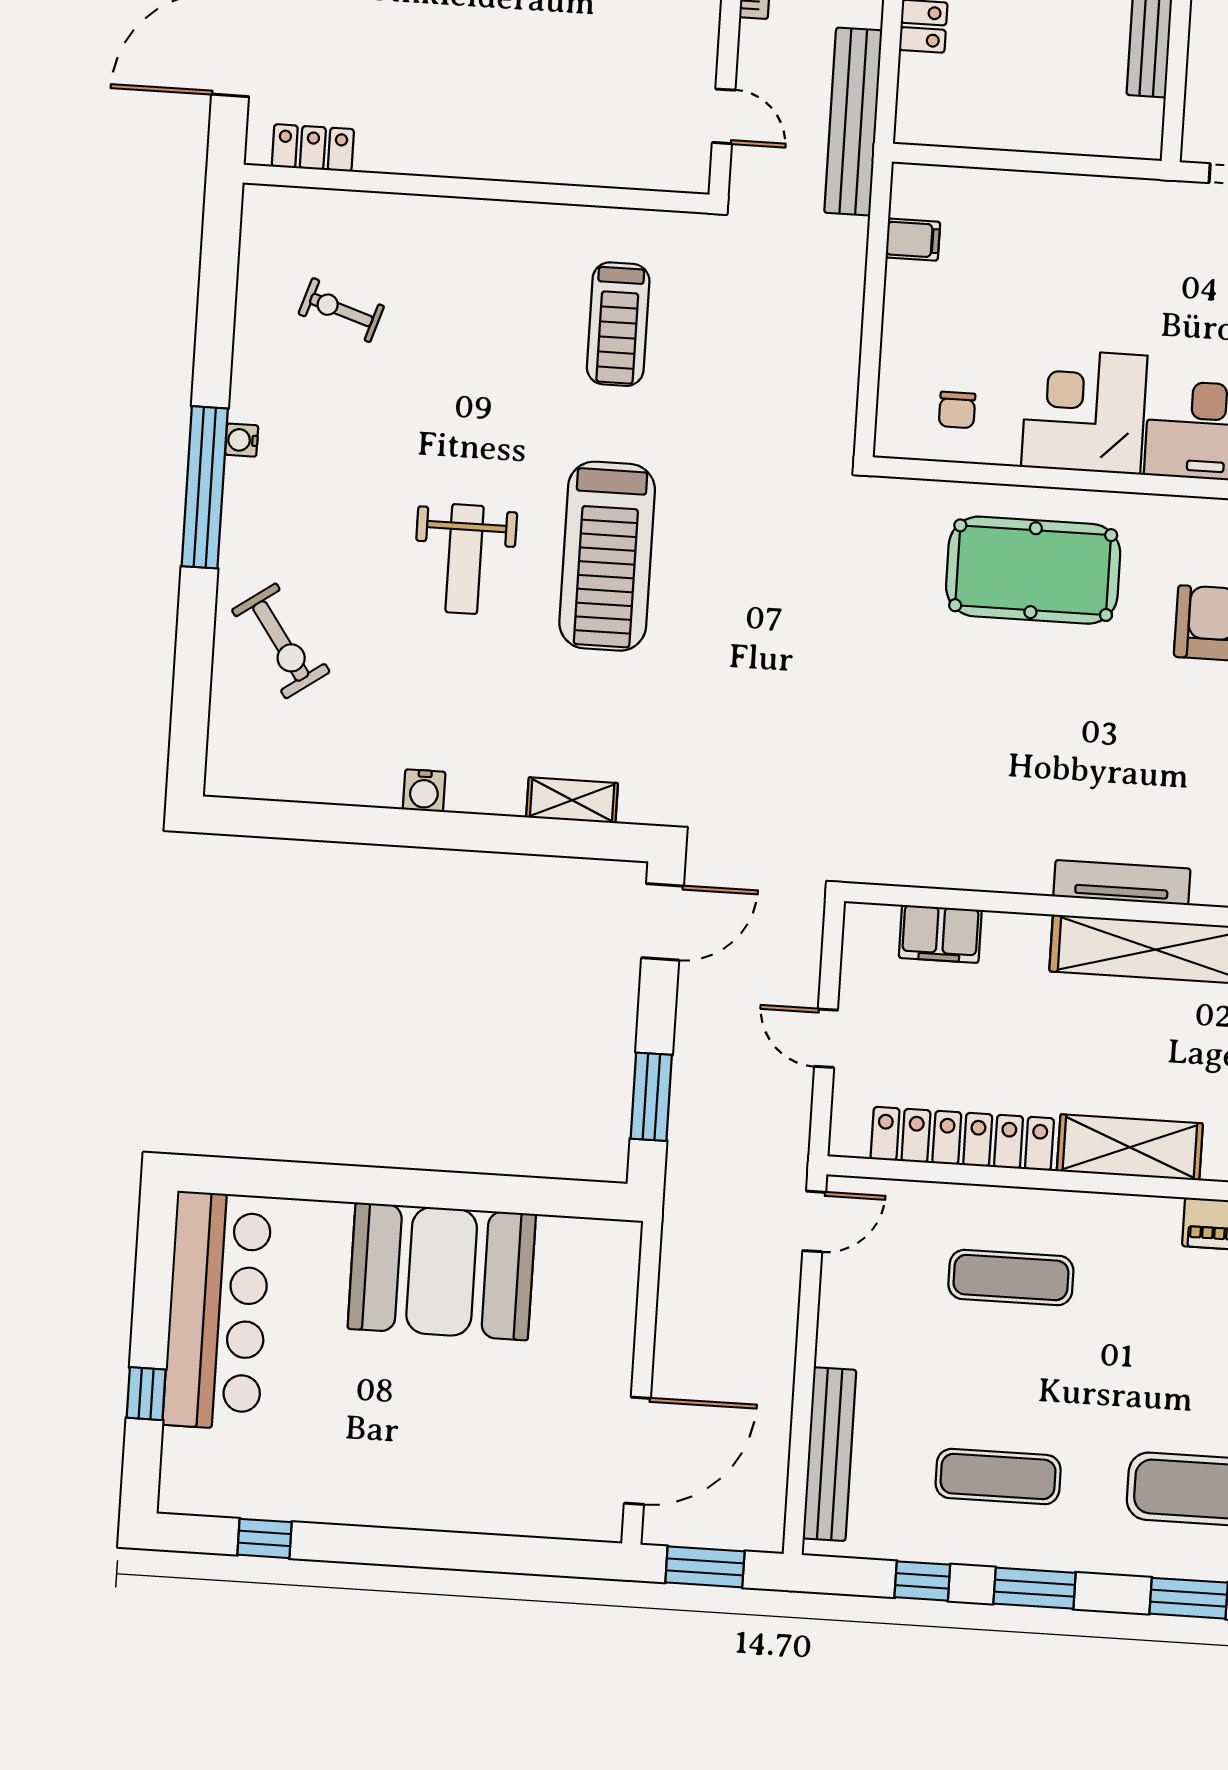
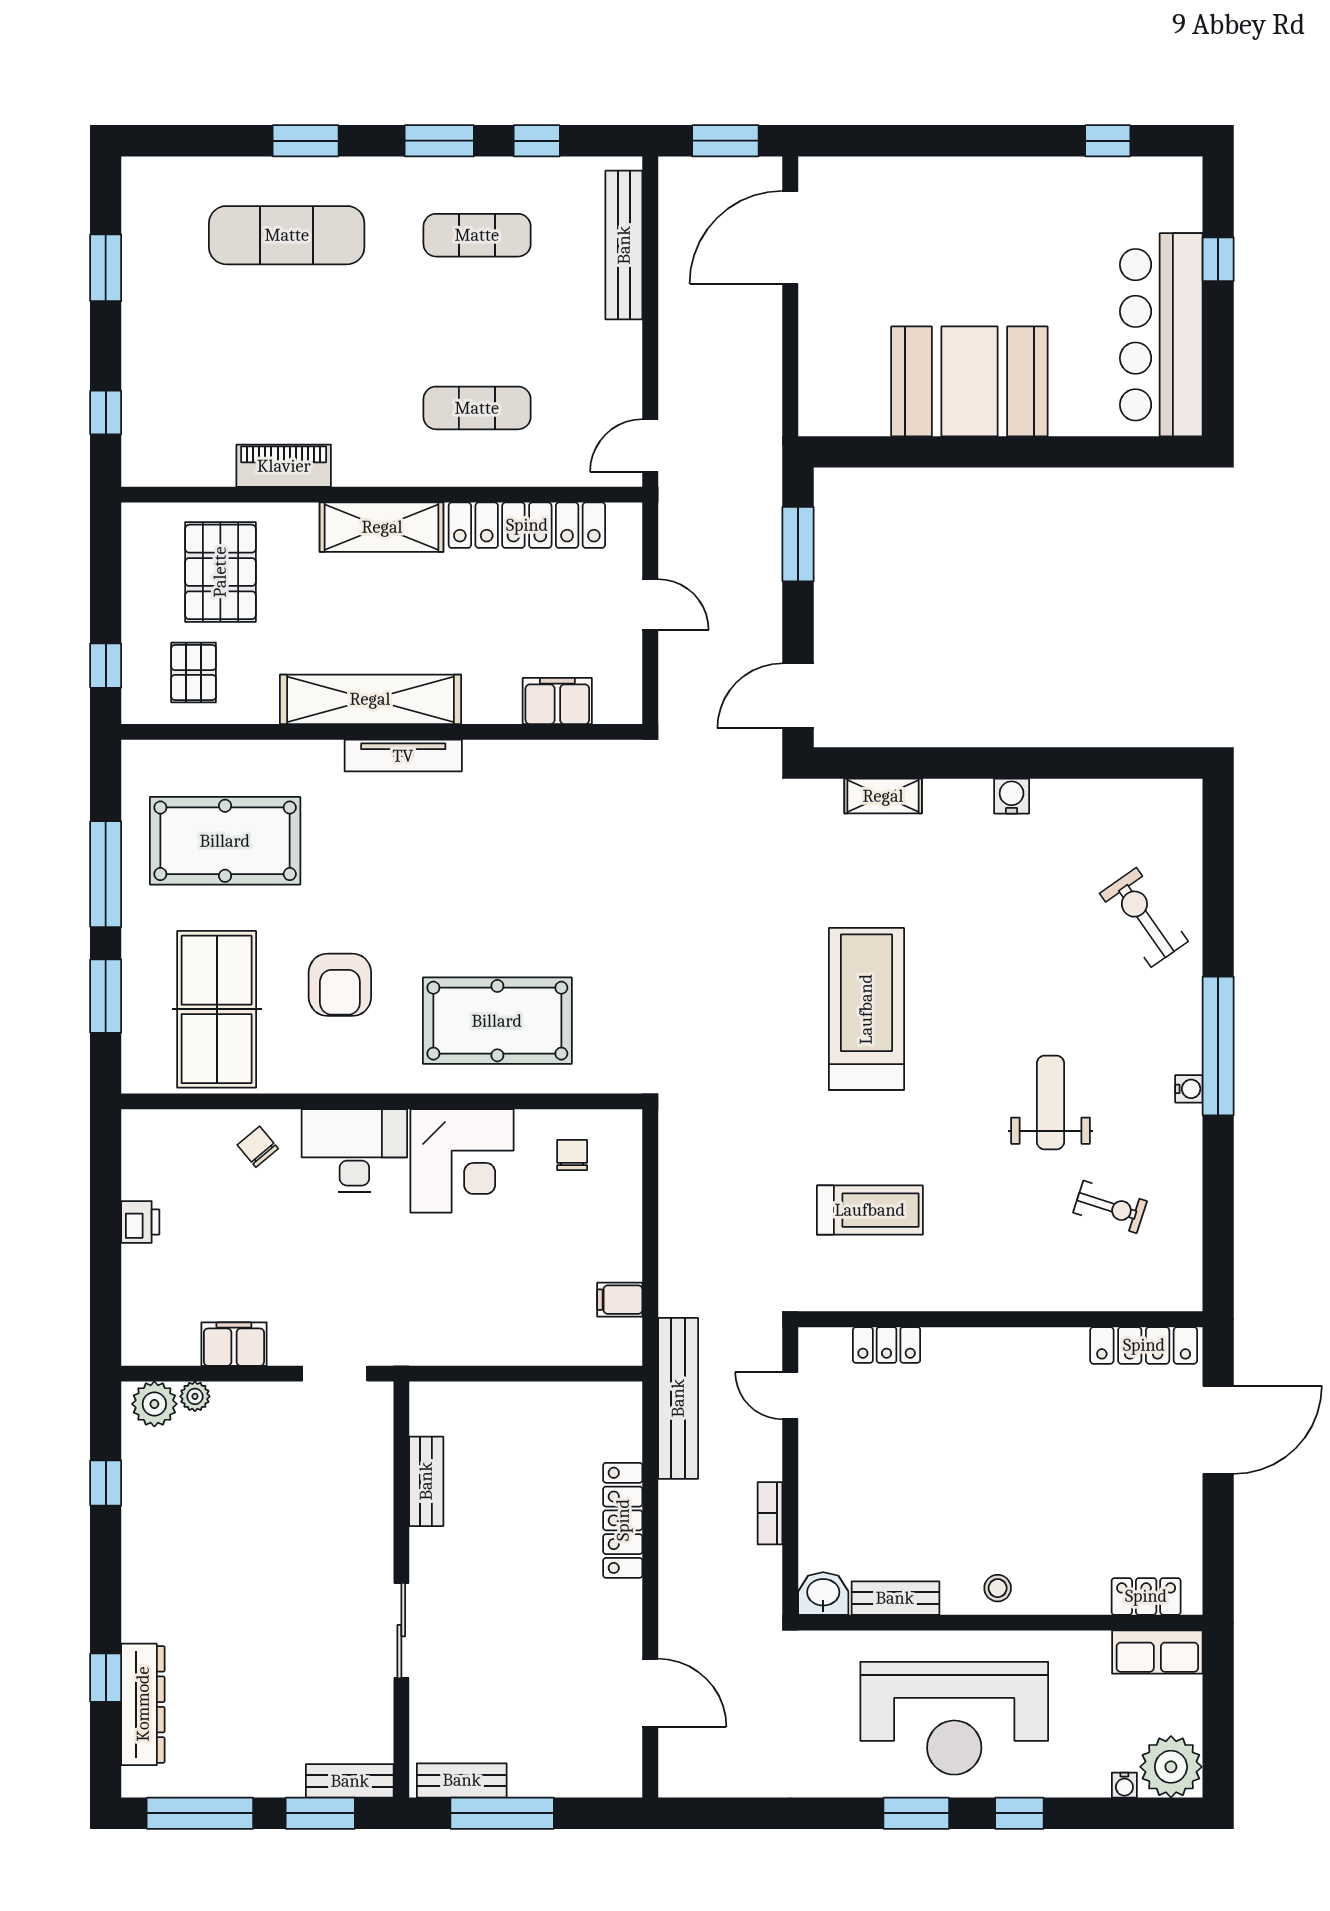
locker: (313, 148) -> (1144, 1345), width x1.53
locker: (609, 168) -> (887, 1345), added
treadmill: (618, 324) -> (870, 1210), turned 90
weight bench: (465, 559) -> (1051, 1103), moved

